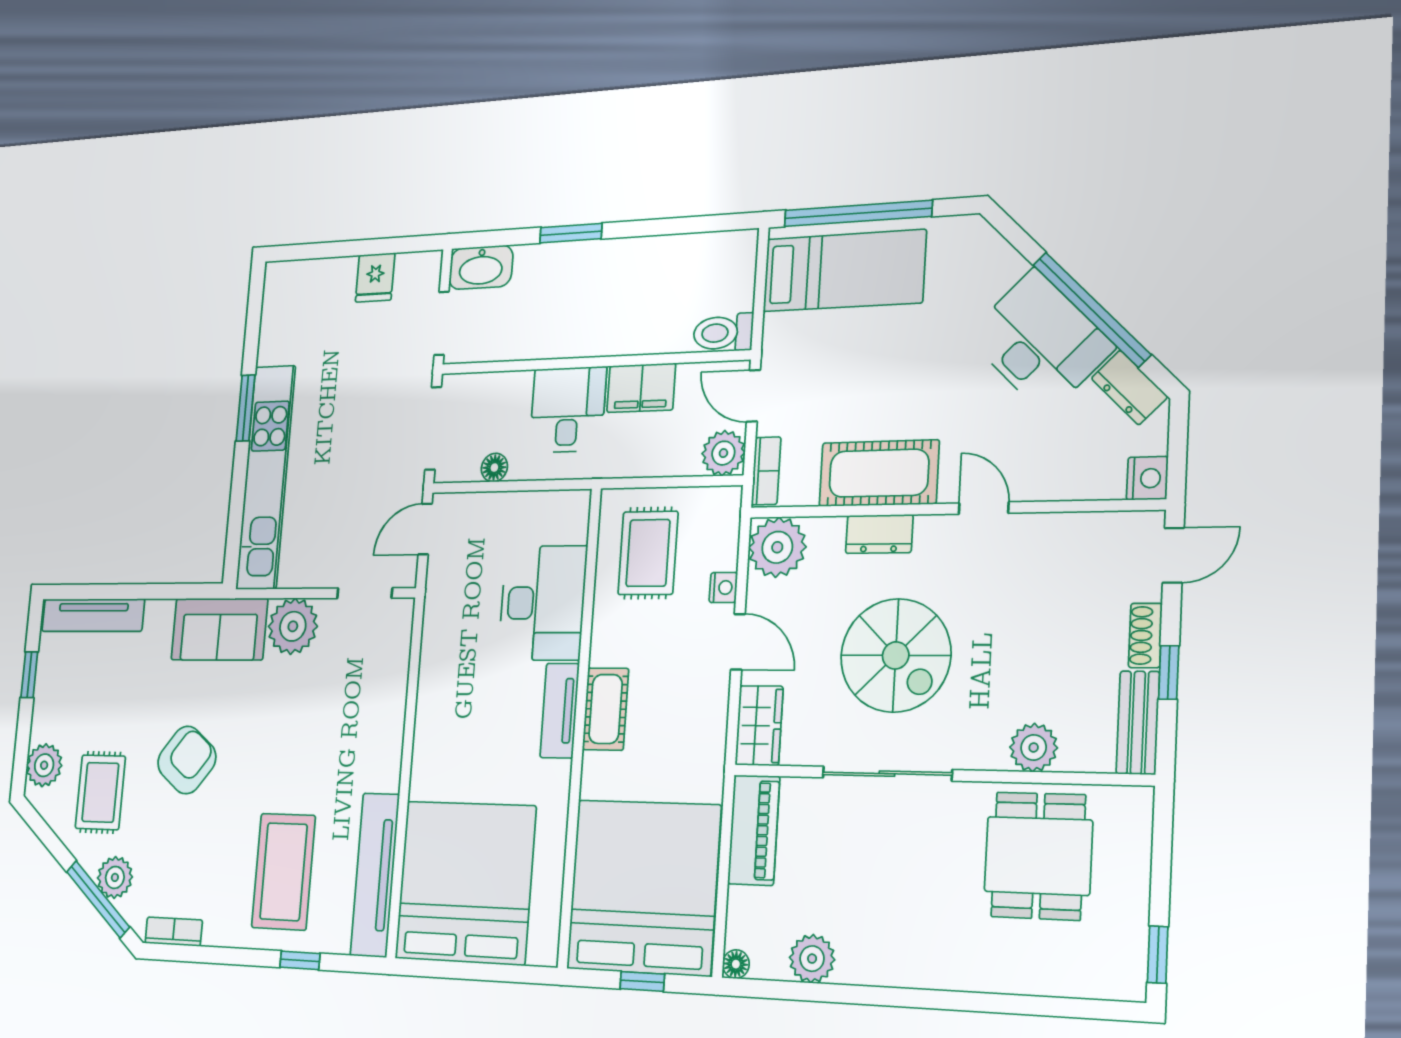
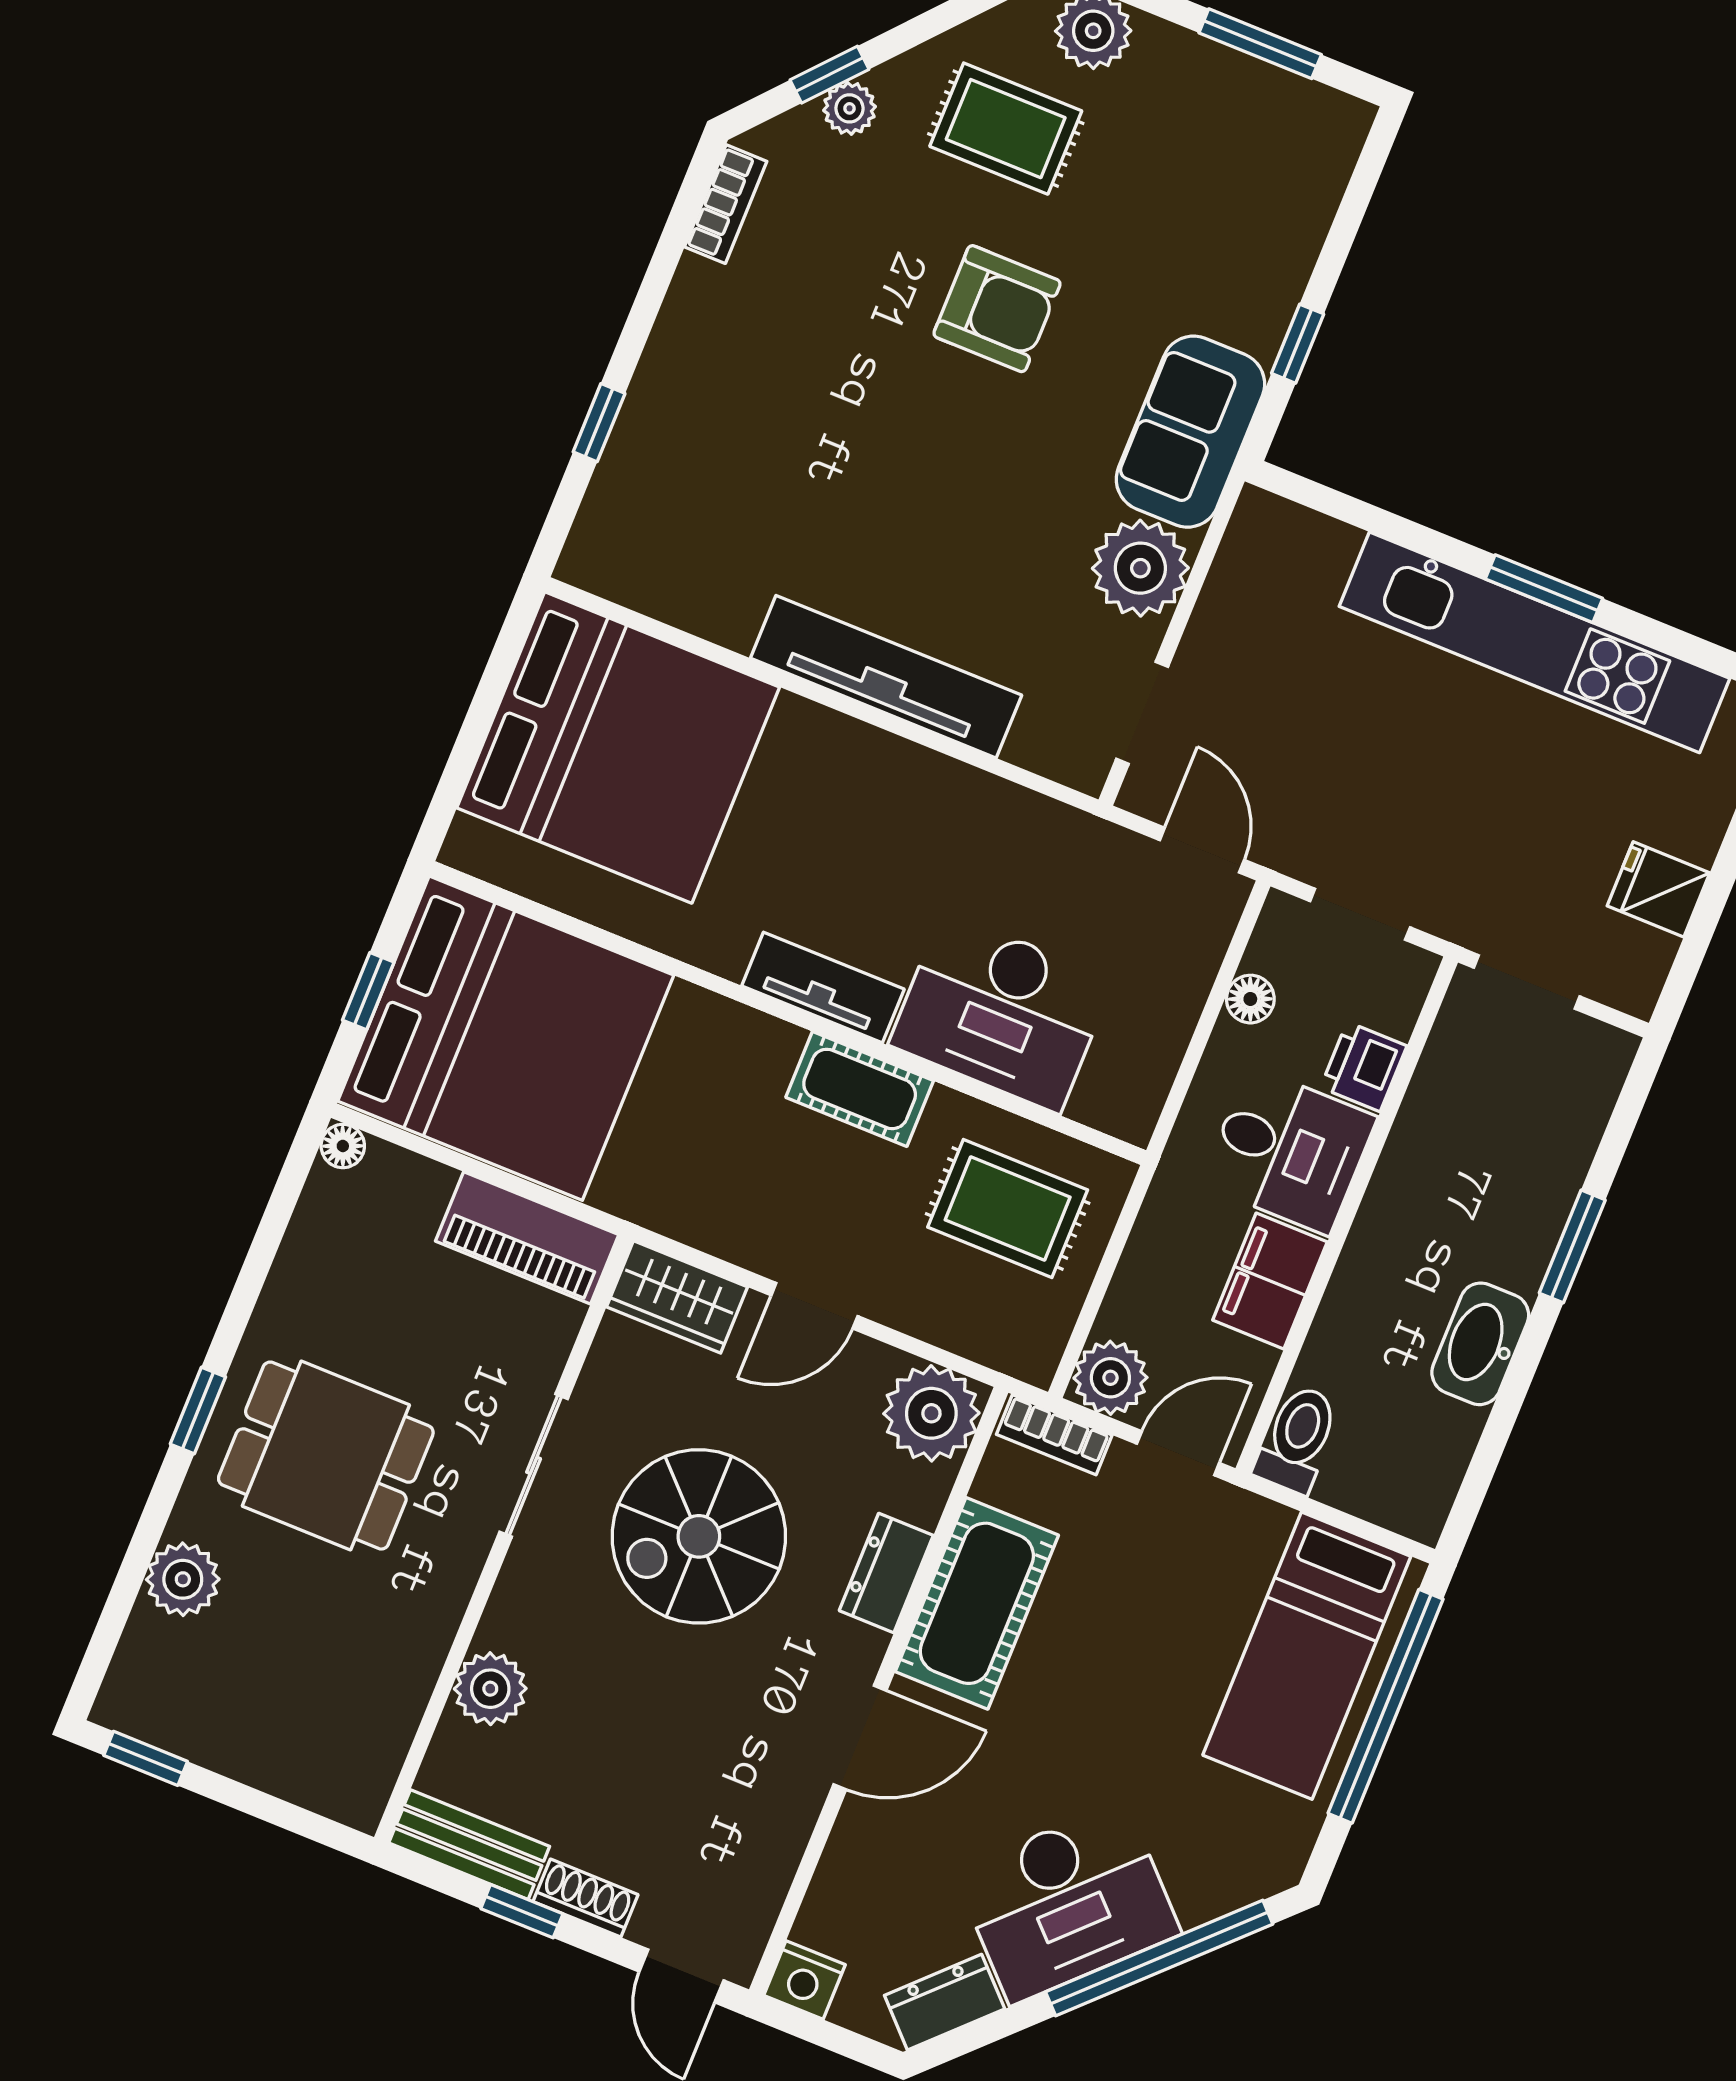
washbasin: (481, 267) -> (1480, 1344), moved
window: (1092, 309) -> (1159, 1958), moved
printer: (511, 390) -> (1364, 1067), added
doorway: (433, 428) -> (1360, 914), width x0.73
kitchen unit: (266, 477) -> (1535, 642), moved
door: (984, 508) -> (860, 1737), width x1.38
nightstand: (723, 588) -> (905, 1310), removed
window: (163, 591) -> (1298, 344), added
tv unit: (93, 615) -> (1312, 197), removed
window: (29, 675) -> (1260, 44), width x1.50
cot: (606, 709) -> (860, 1089), moved
armchair: (187, 760) -> (997, 309), turned -38
sliding door: (887, 774) -> (534, 1465), width x0.73
dining table: (1038, 856) -> (326, 1456), moved
coffee table: (284, 872) -> (750, 434), removed
tv unit: (375, 875) -> (886, 677), moved
plant: (115, 877) -> (849, 108), width x0.73, depth x0.73
window: (98, 899) -> (830, 75), width x0.46
plant: (812, 959) -> (183, 1579), moved
window: (924, 999) -> (198, 1410), added

